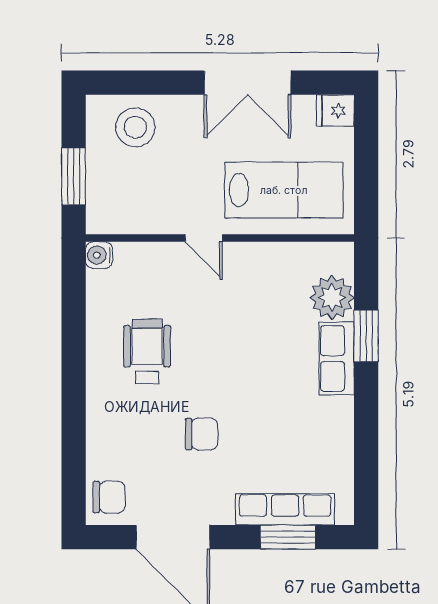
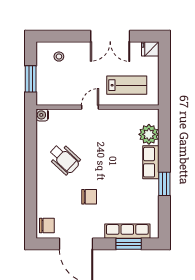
stool: (135, 127) -> (59, 57), width x0.53, depth x0.53
lab bench: (284, 190) -> (127, 85), width x0.73, depth x0.72
door: (204, 238) -> (90, 107), swing flipped
window: (366, 336) -> (164, 184), moved
wheelchair: (147, 351) -> (64, 159), turned 133

